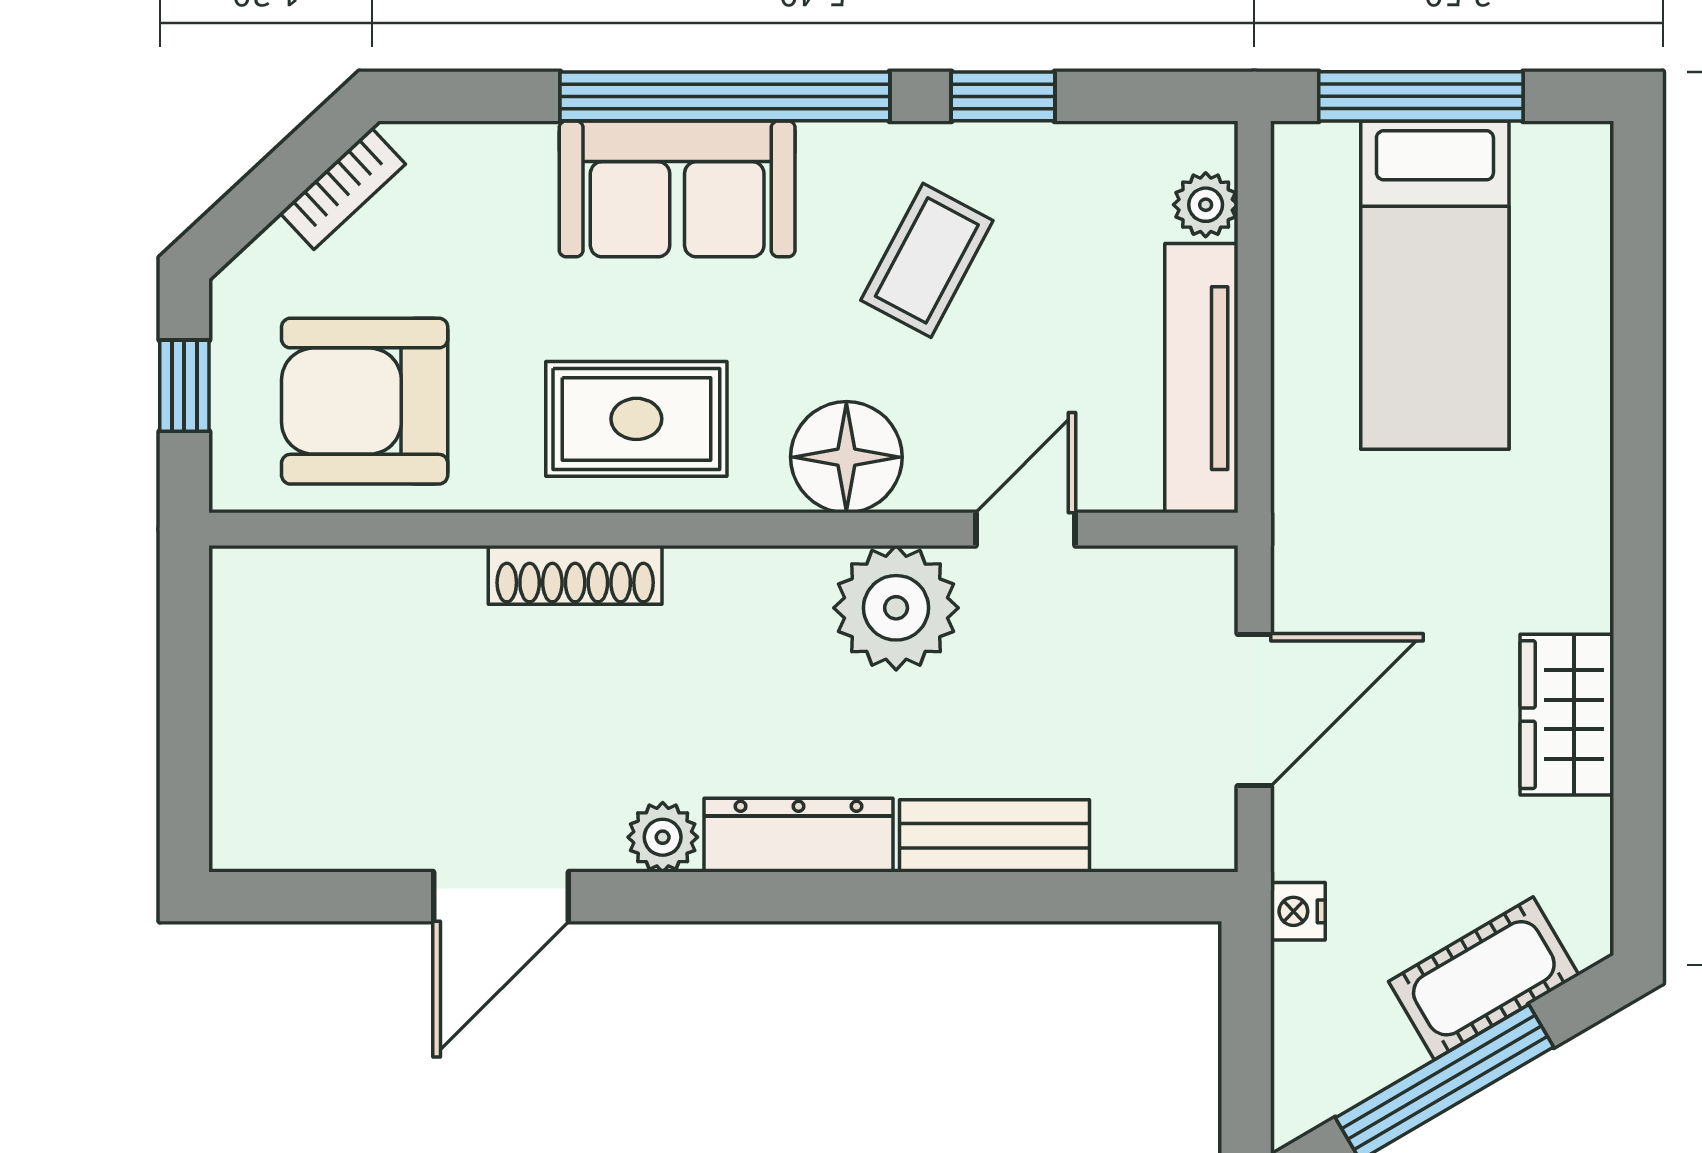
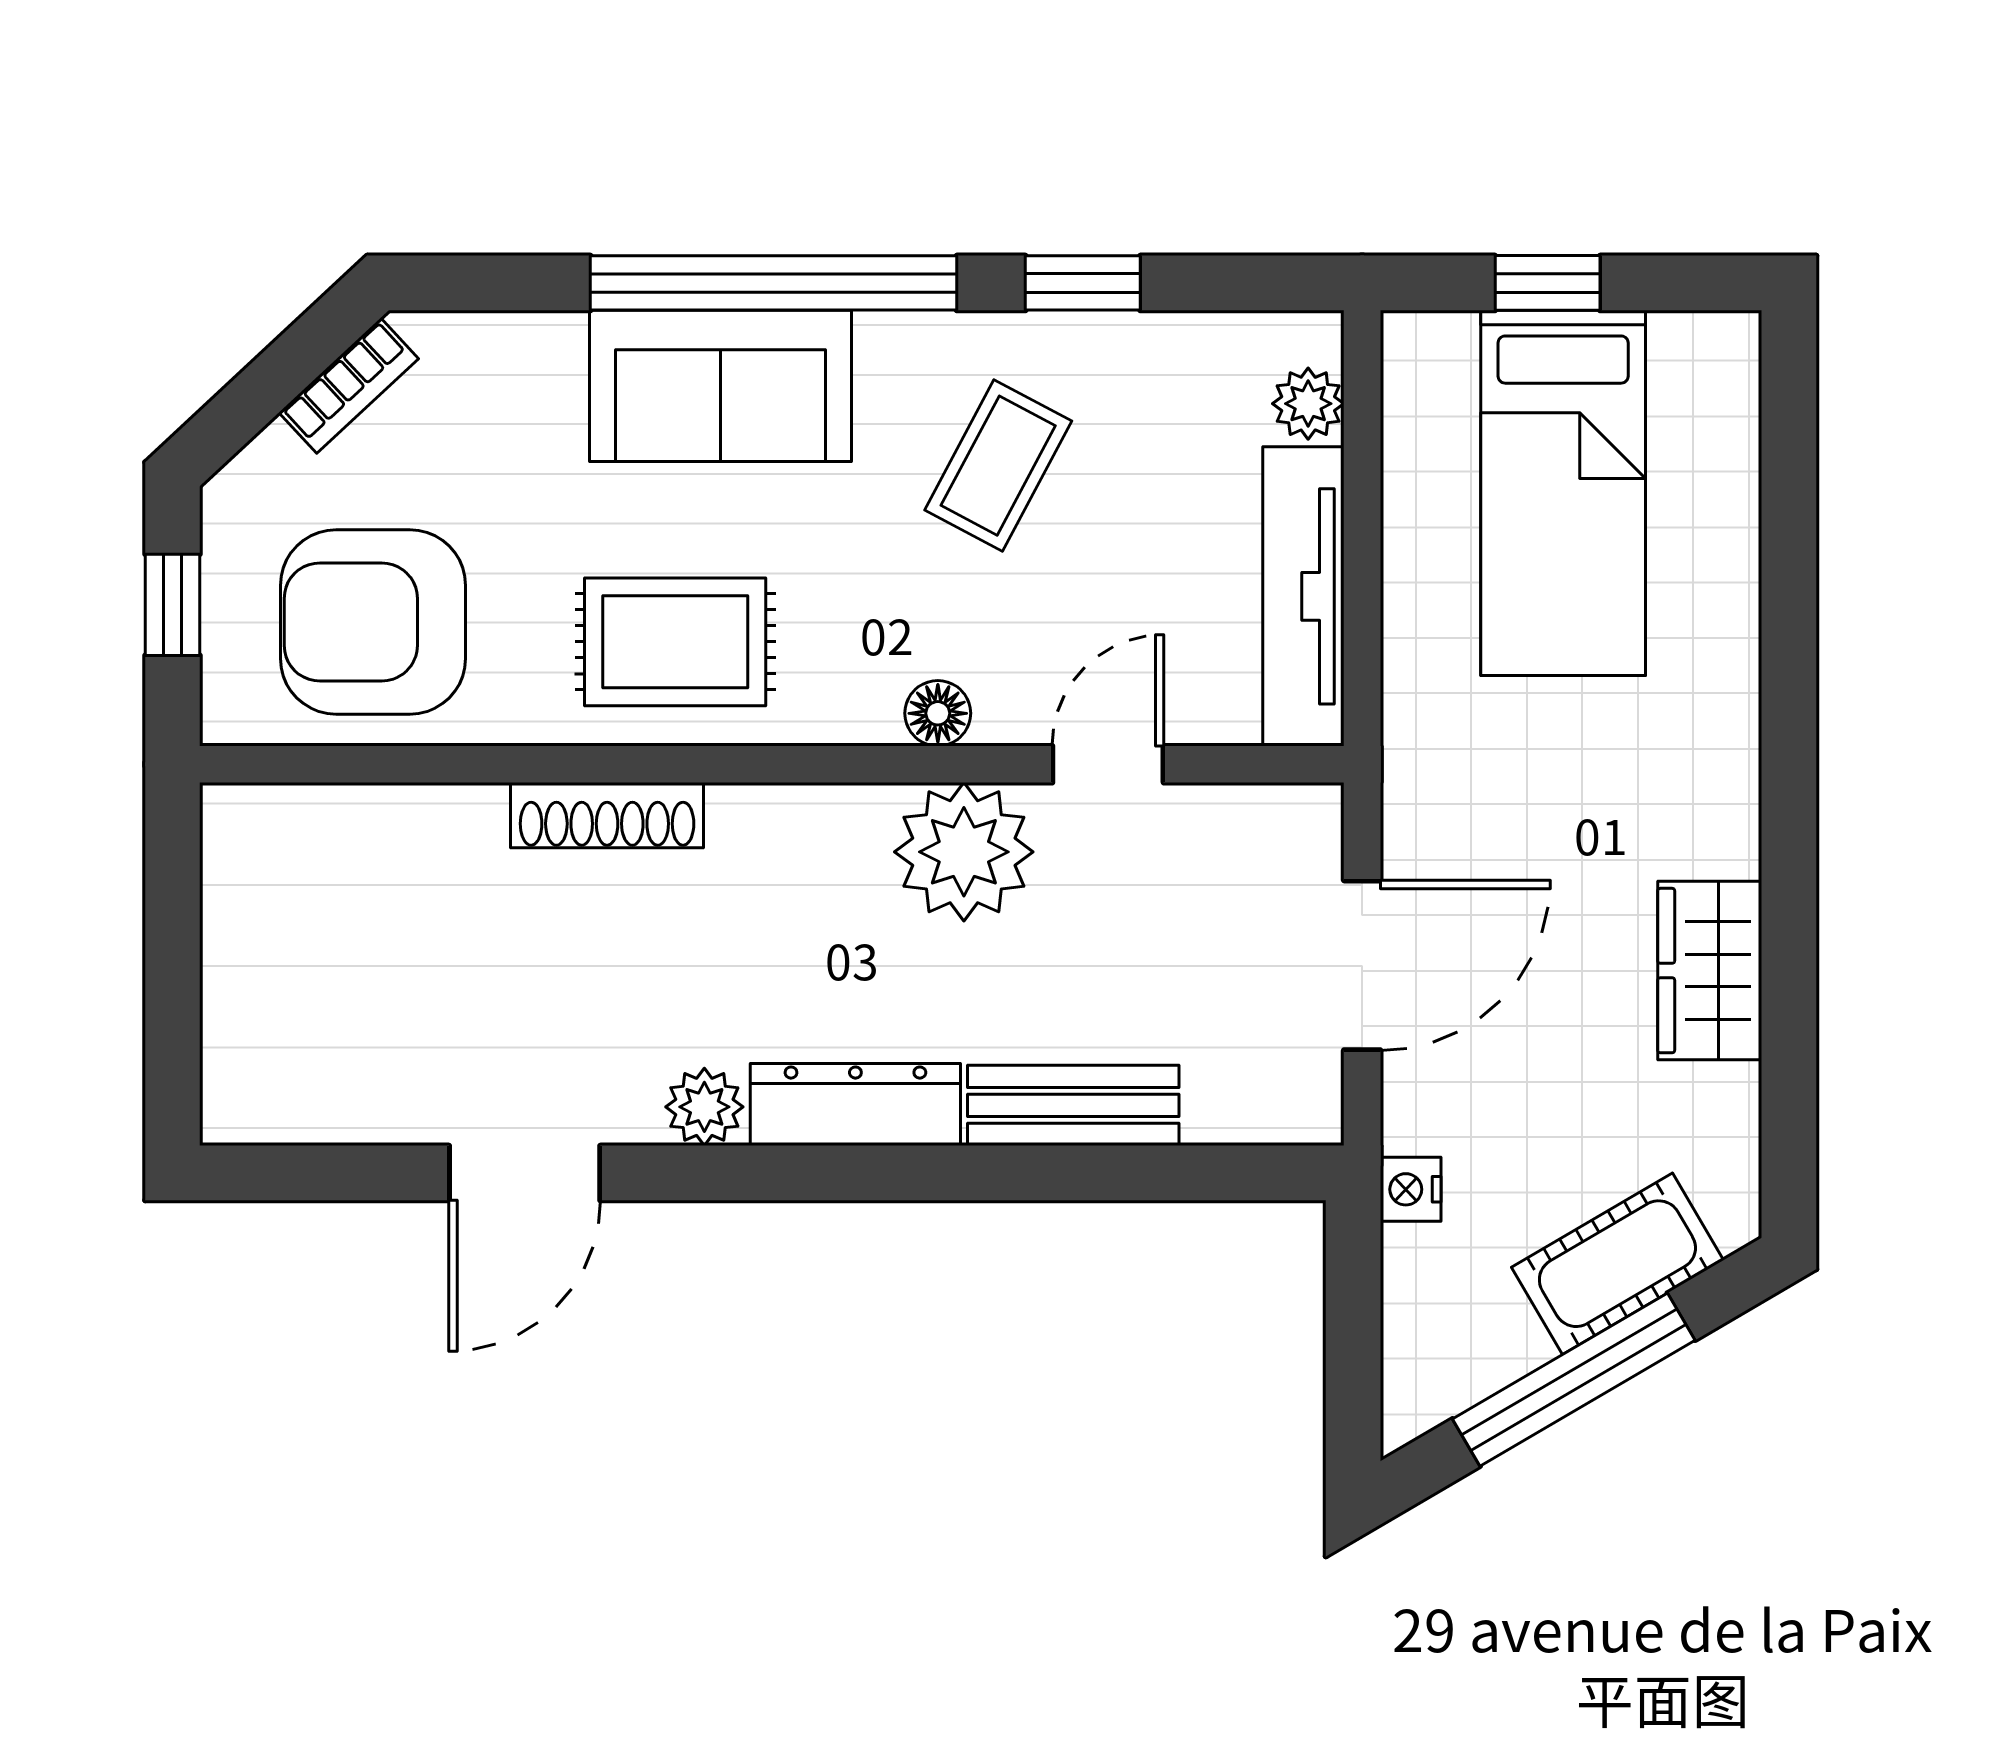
window: (1421, 96) -> (1548, 283), width x0.46
floor lamp: (846, 457) -> (938, 713), width x0.53, depth x0.53

